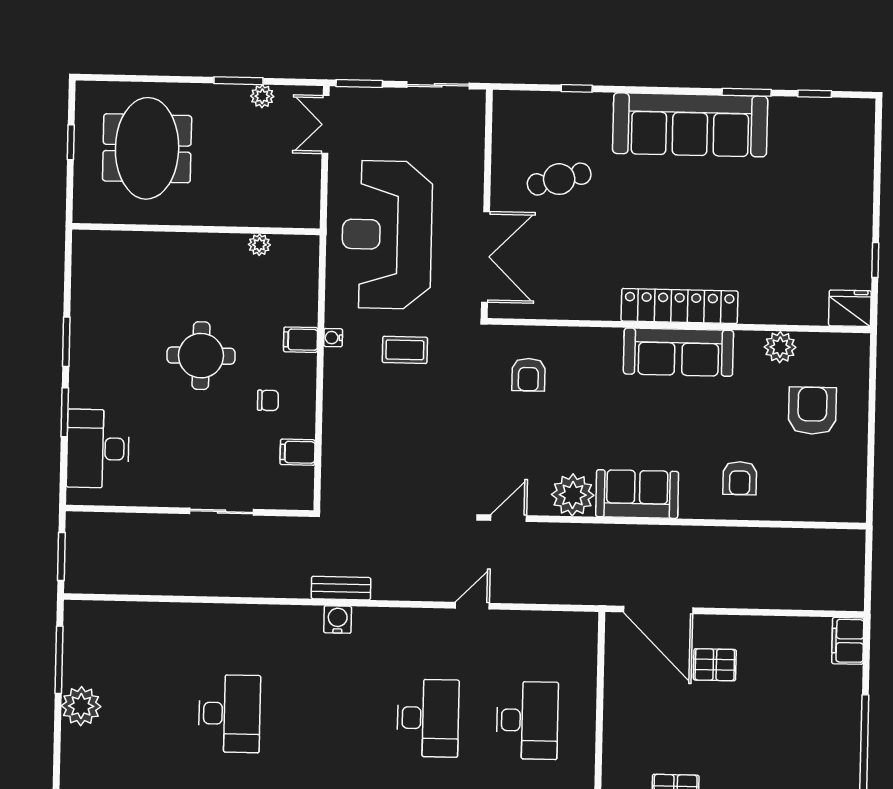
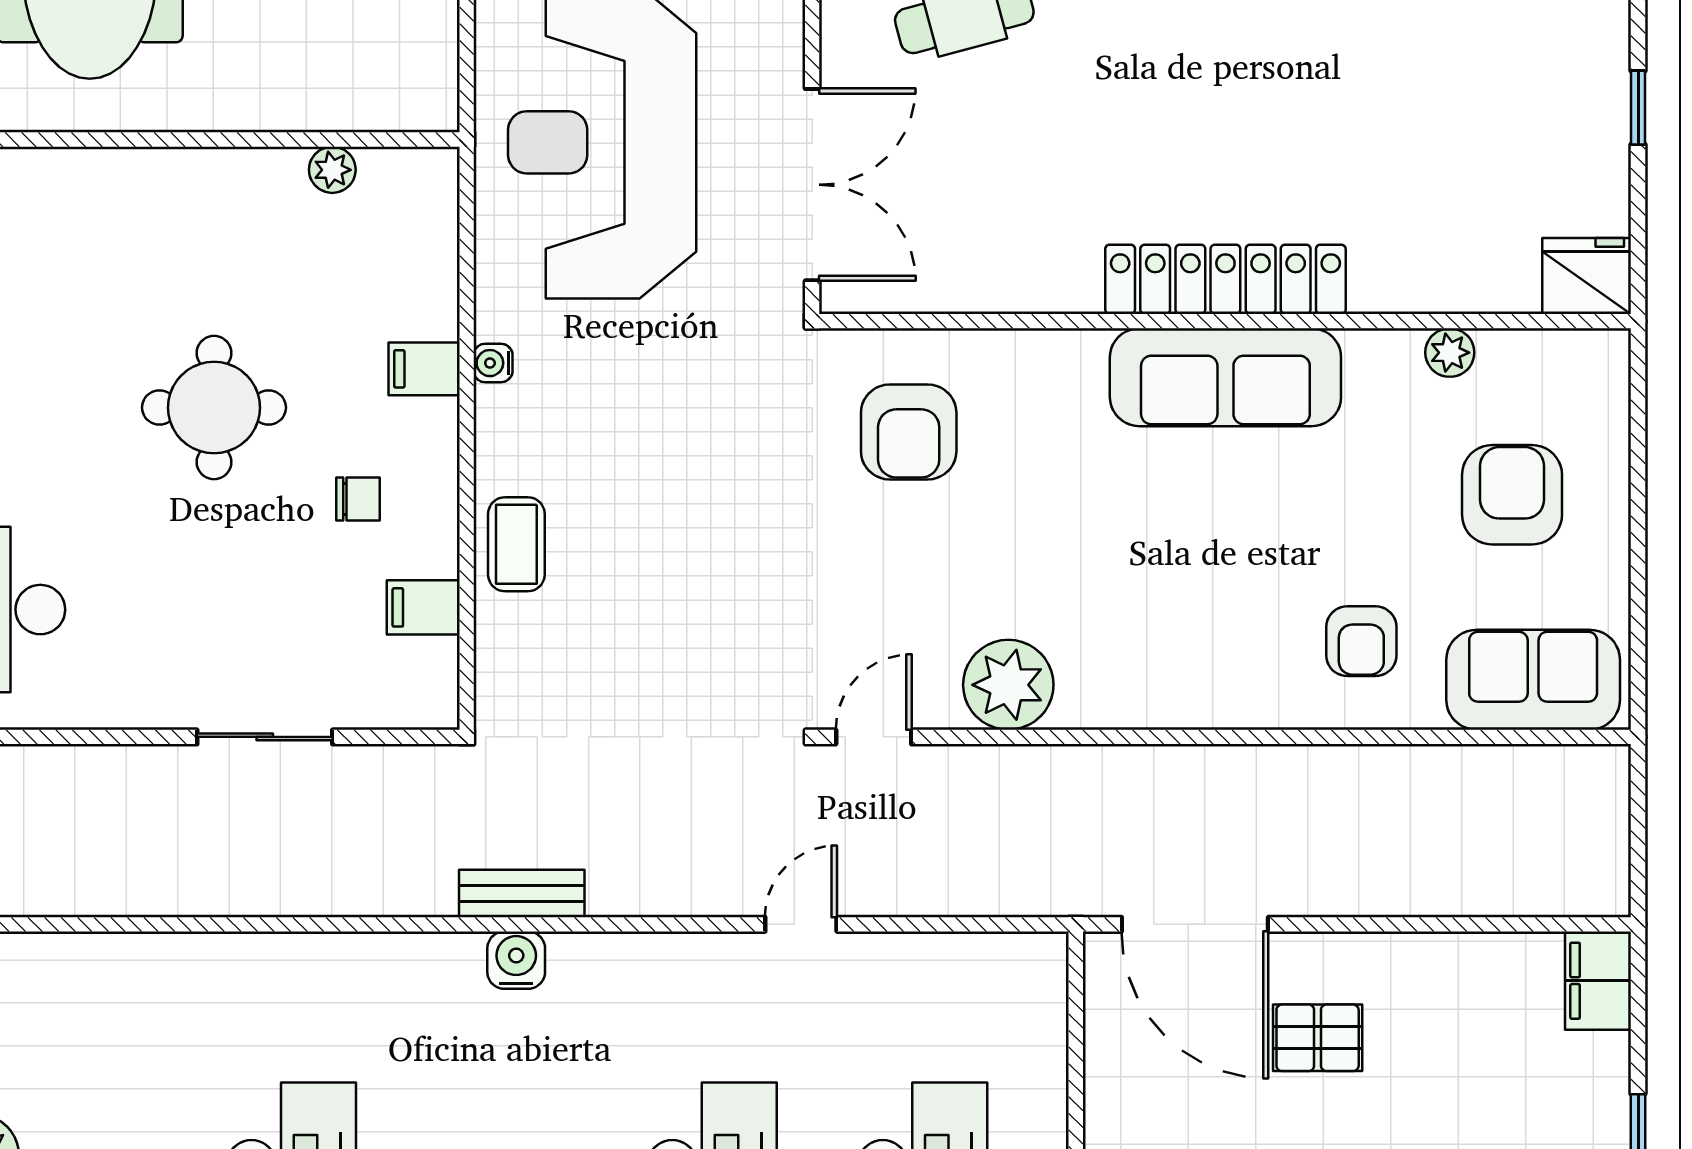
window: (875, 260) -> (1638, 108), moved
plant: (780, 347) -> (1450, 353), width x0.73, depth x0.73
coffee table: (405, 350) -> (516, 544), moved, turned 90
armchair: (528, 375) -> (909, 432), width x1.38, depth x1.38
sofa: (637, 494) -> (1533, 680), moved

